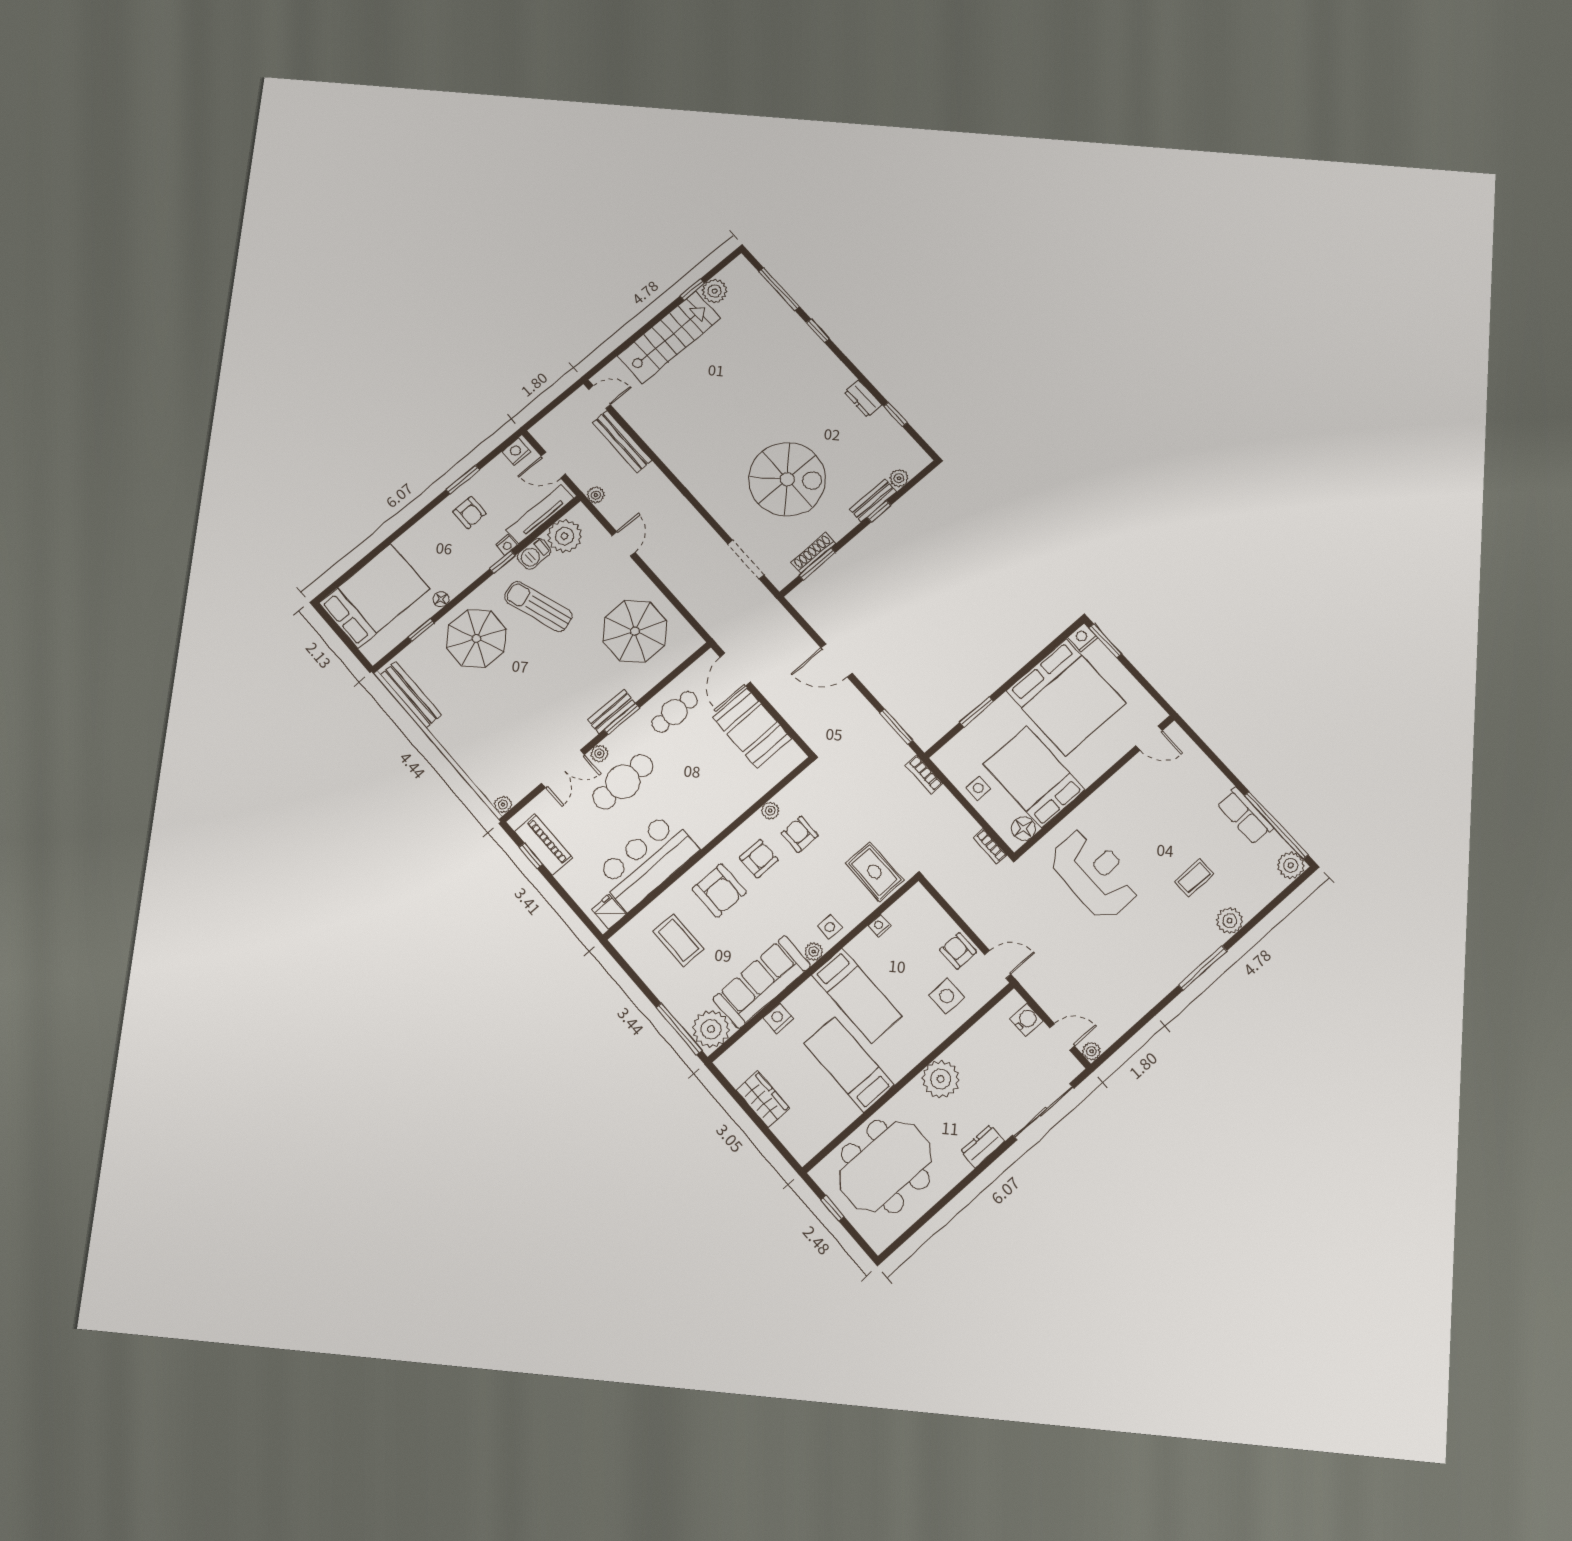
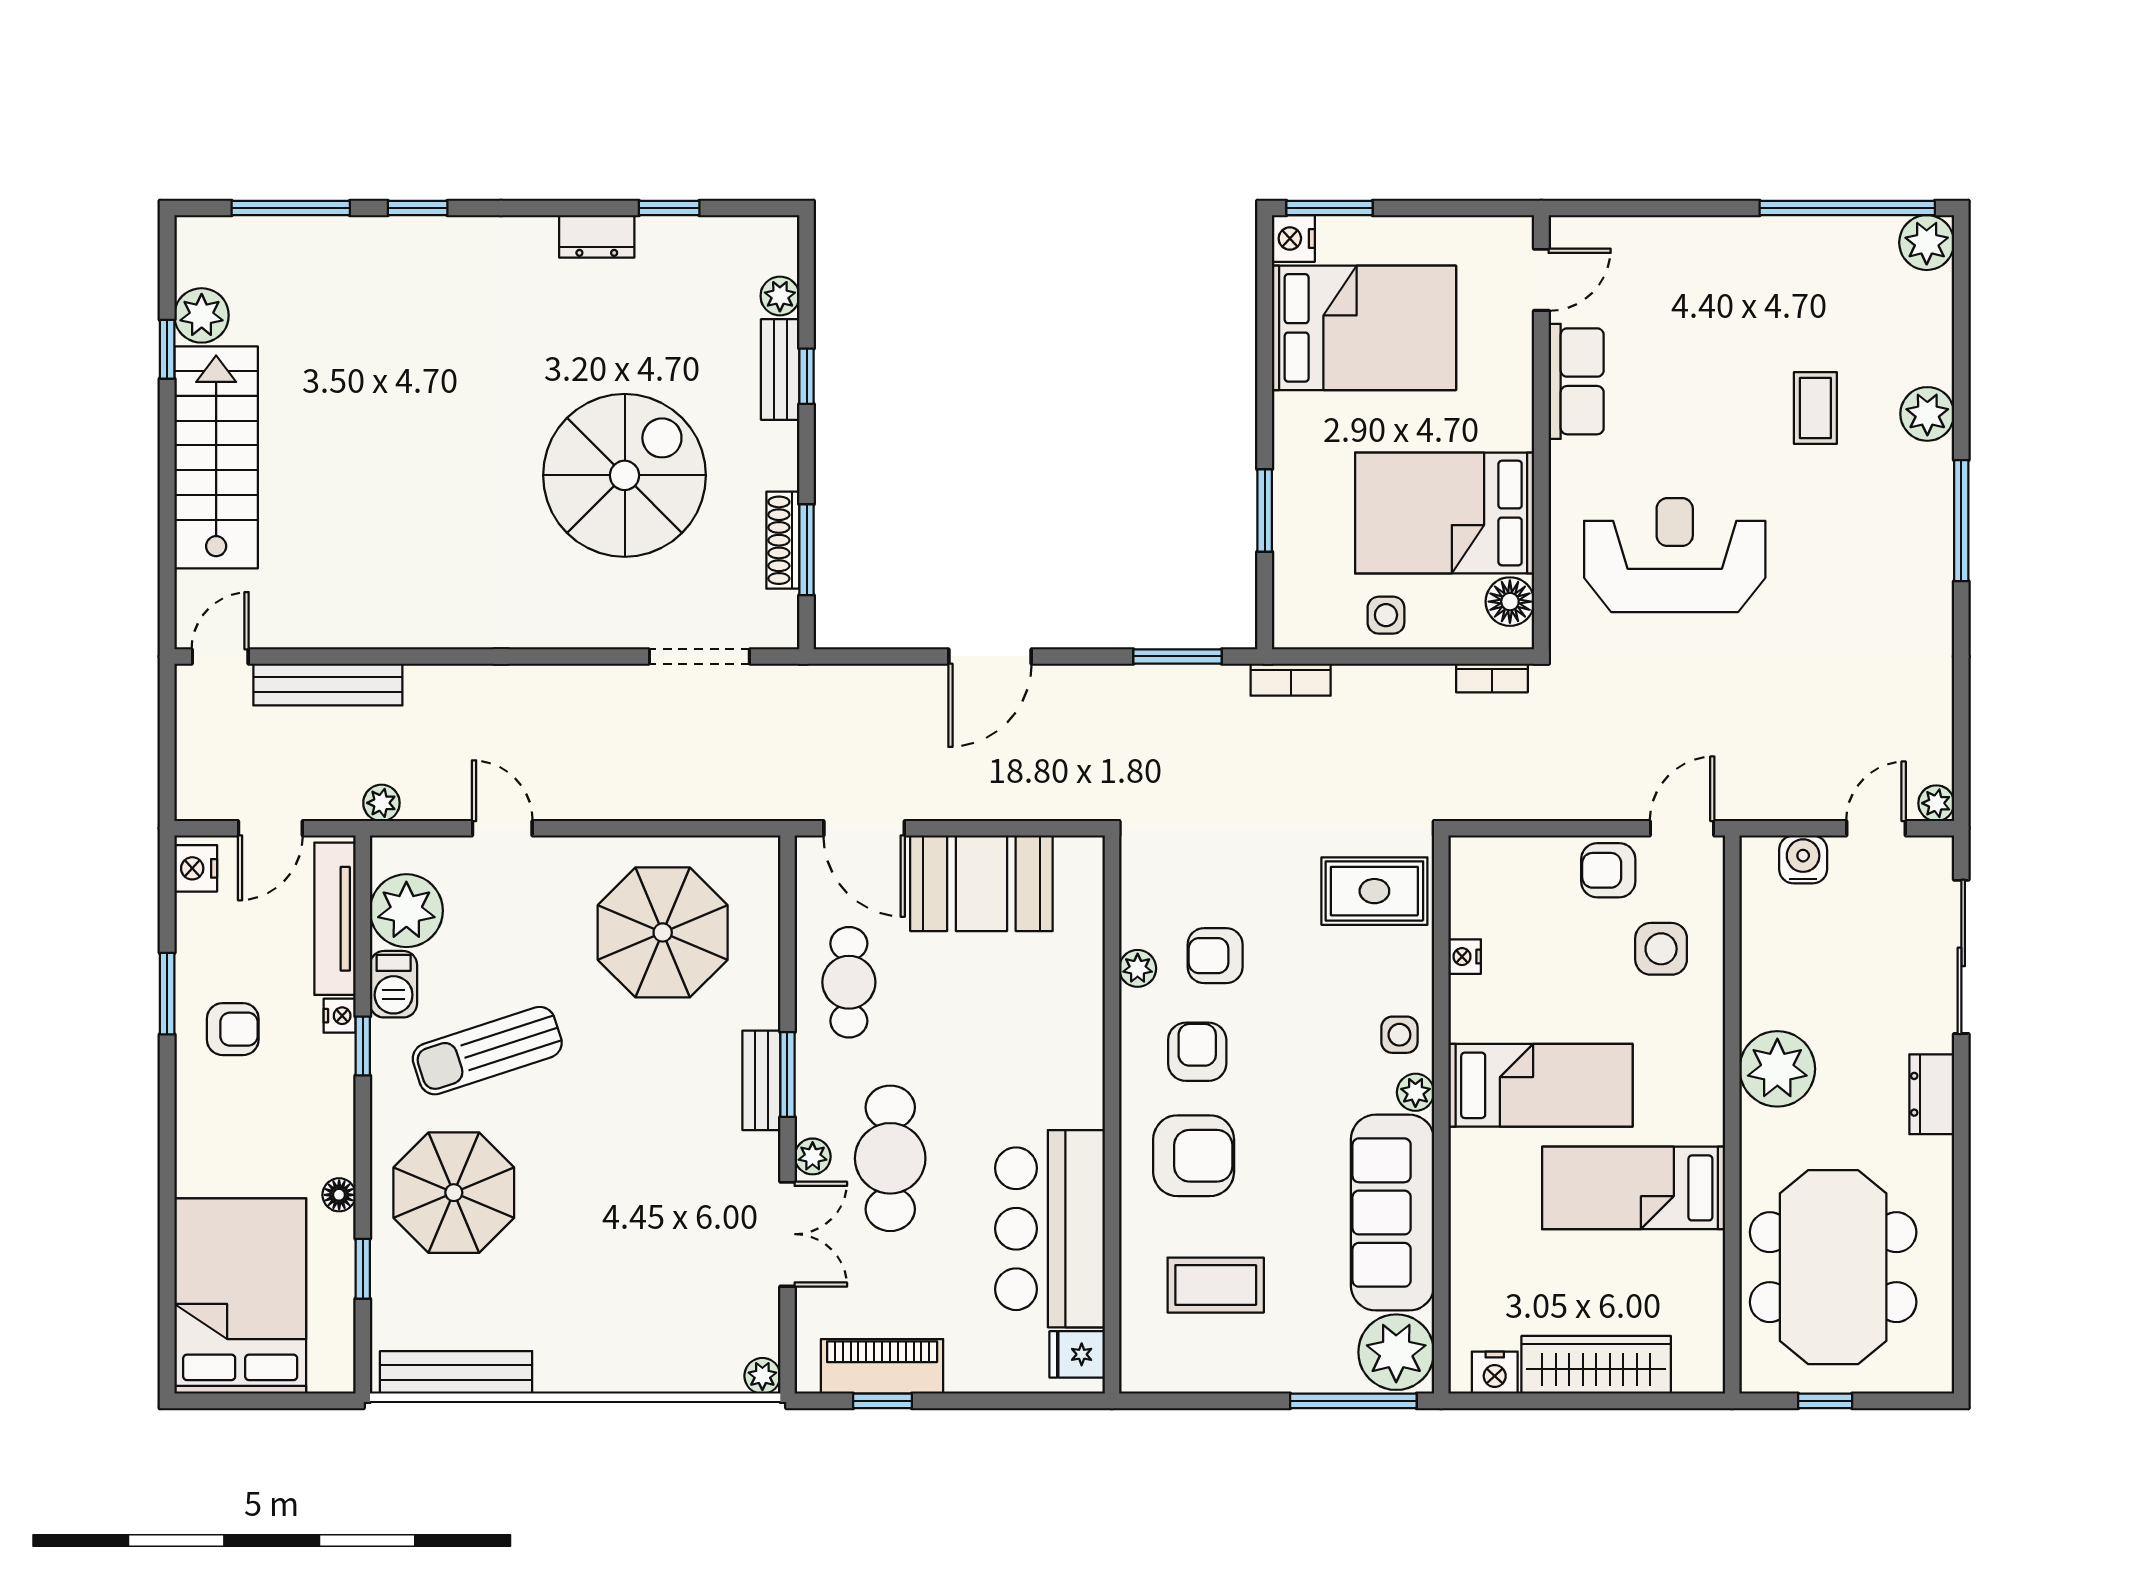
bed: (1066, 697) -> (1364, 328), width x0.73
row of seats: (1245, 816) -> (1576, 381), moved, turned -90
nightstand: (778, 1018) -> (1495, 1373), moved, turned -90
wardrobe: (763, 1099) -> (1596, 1365), width x1.50

